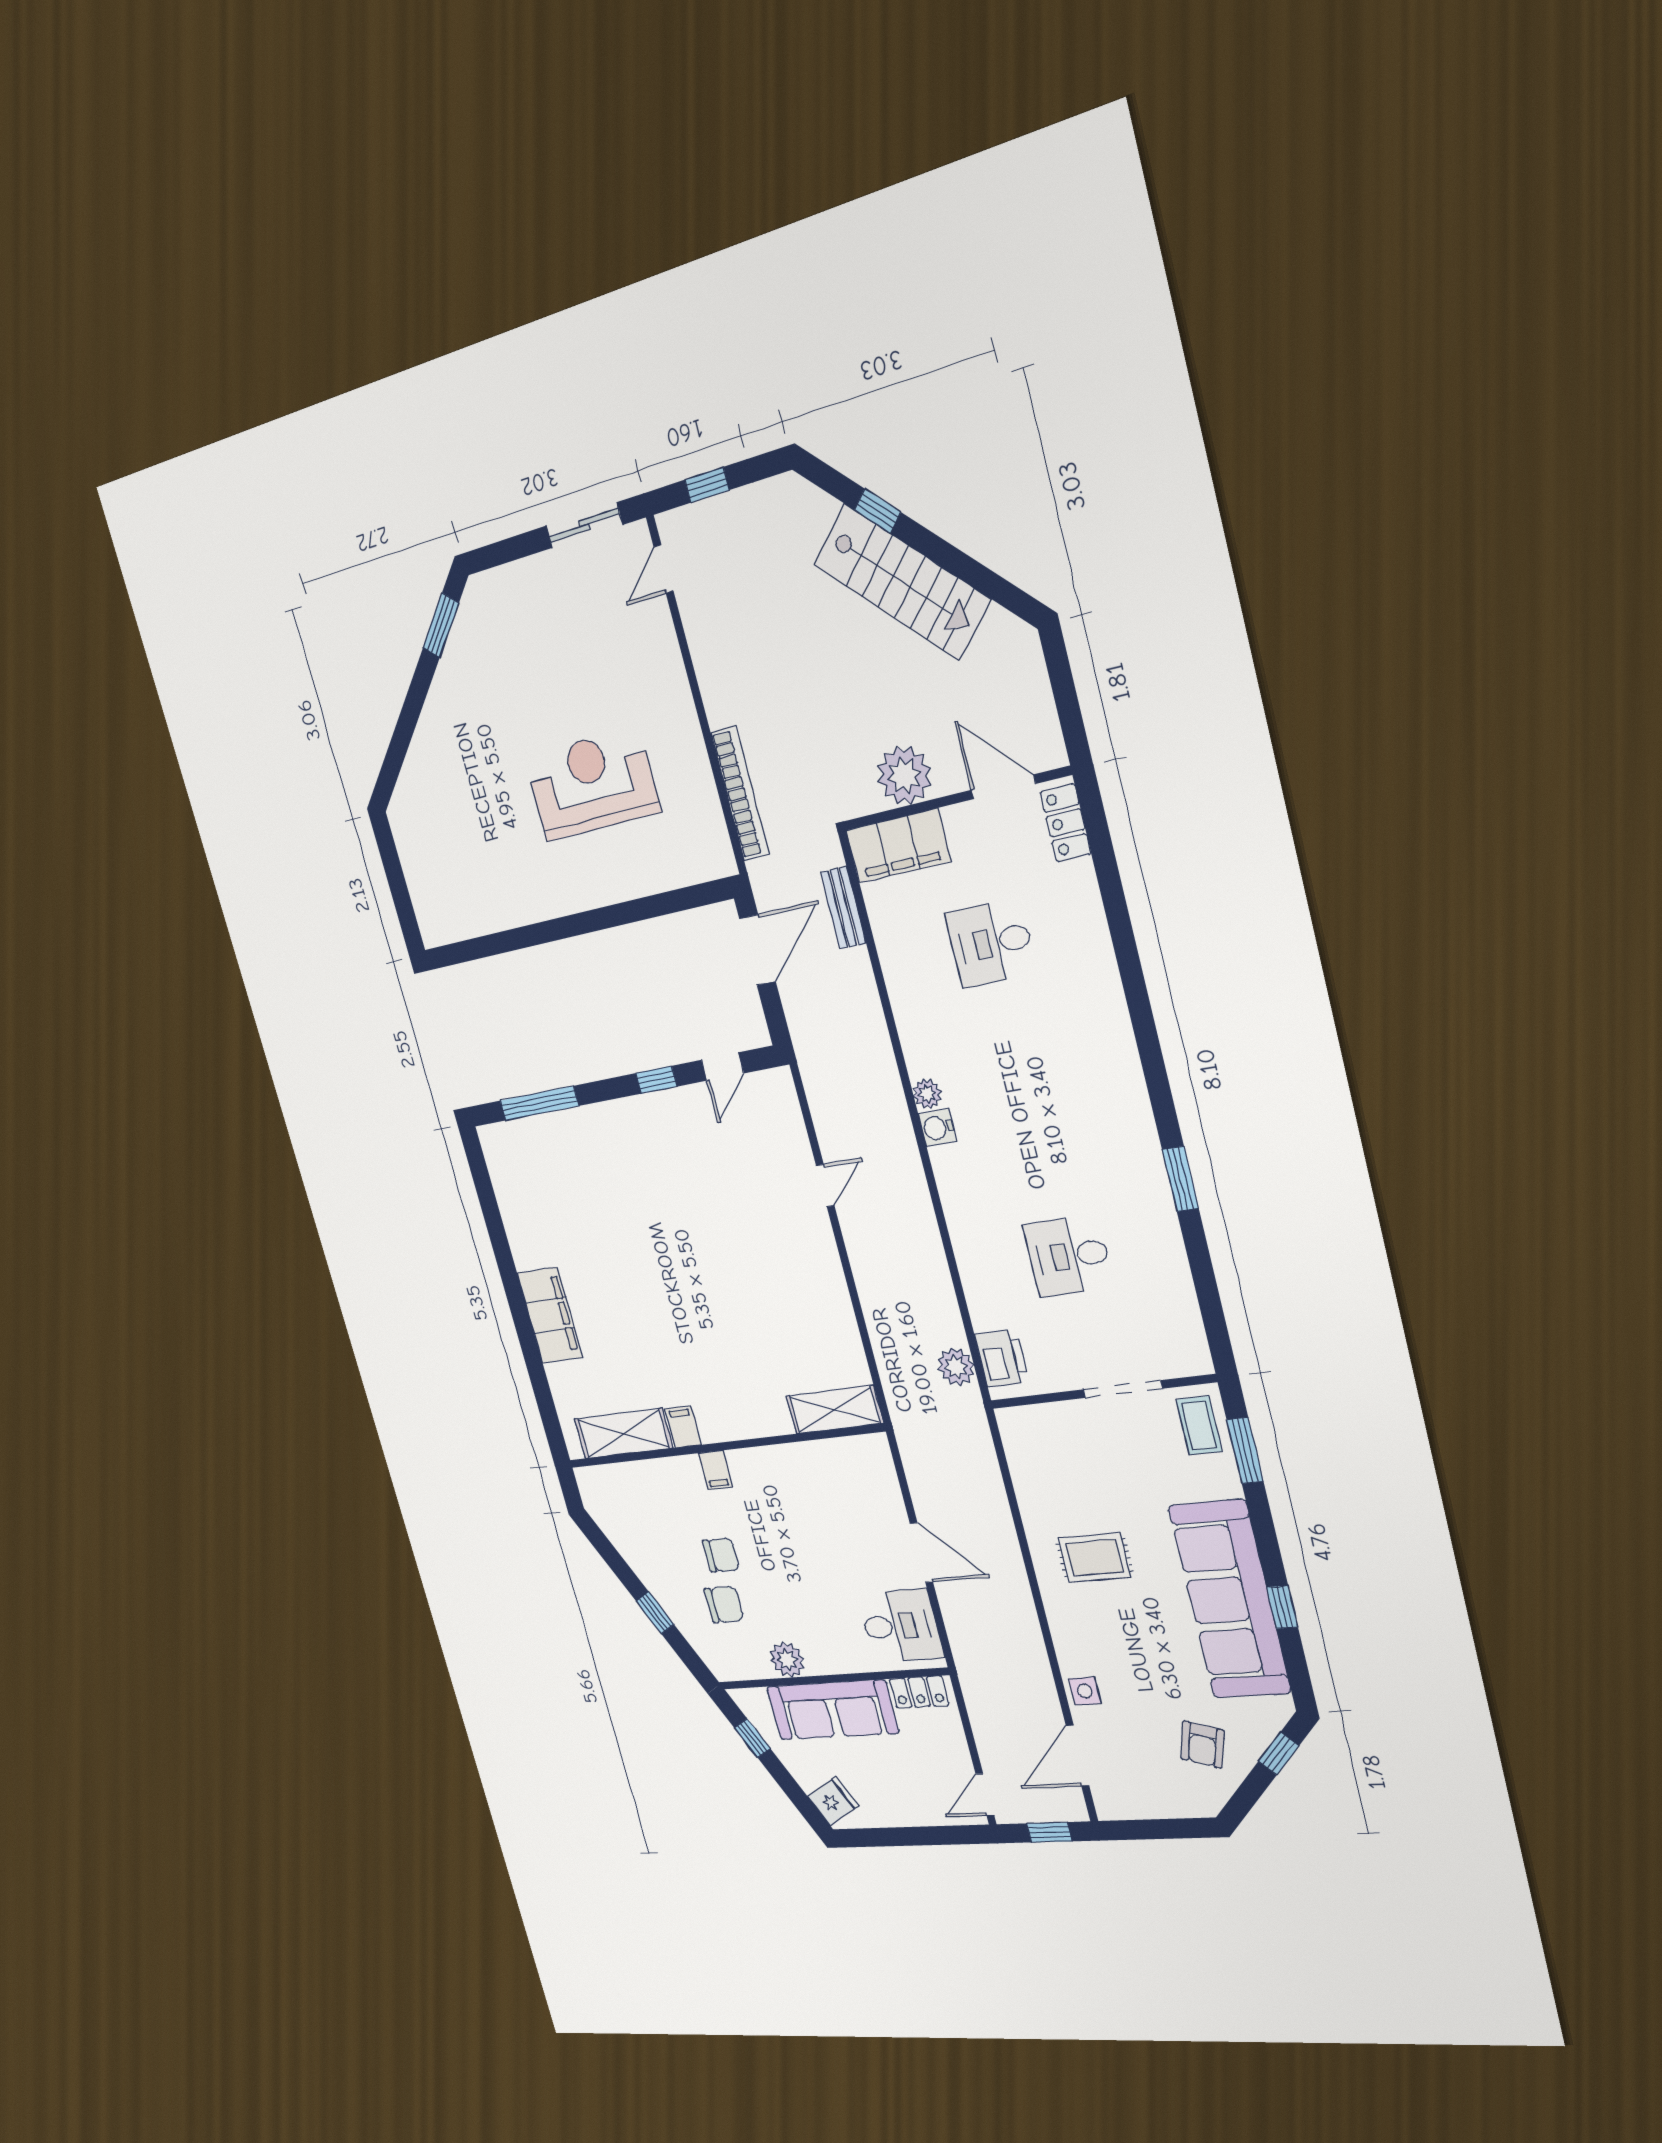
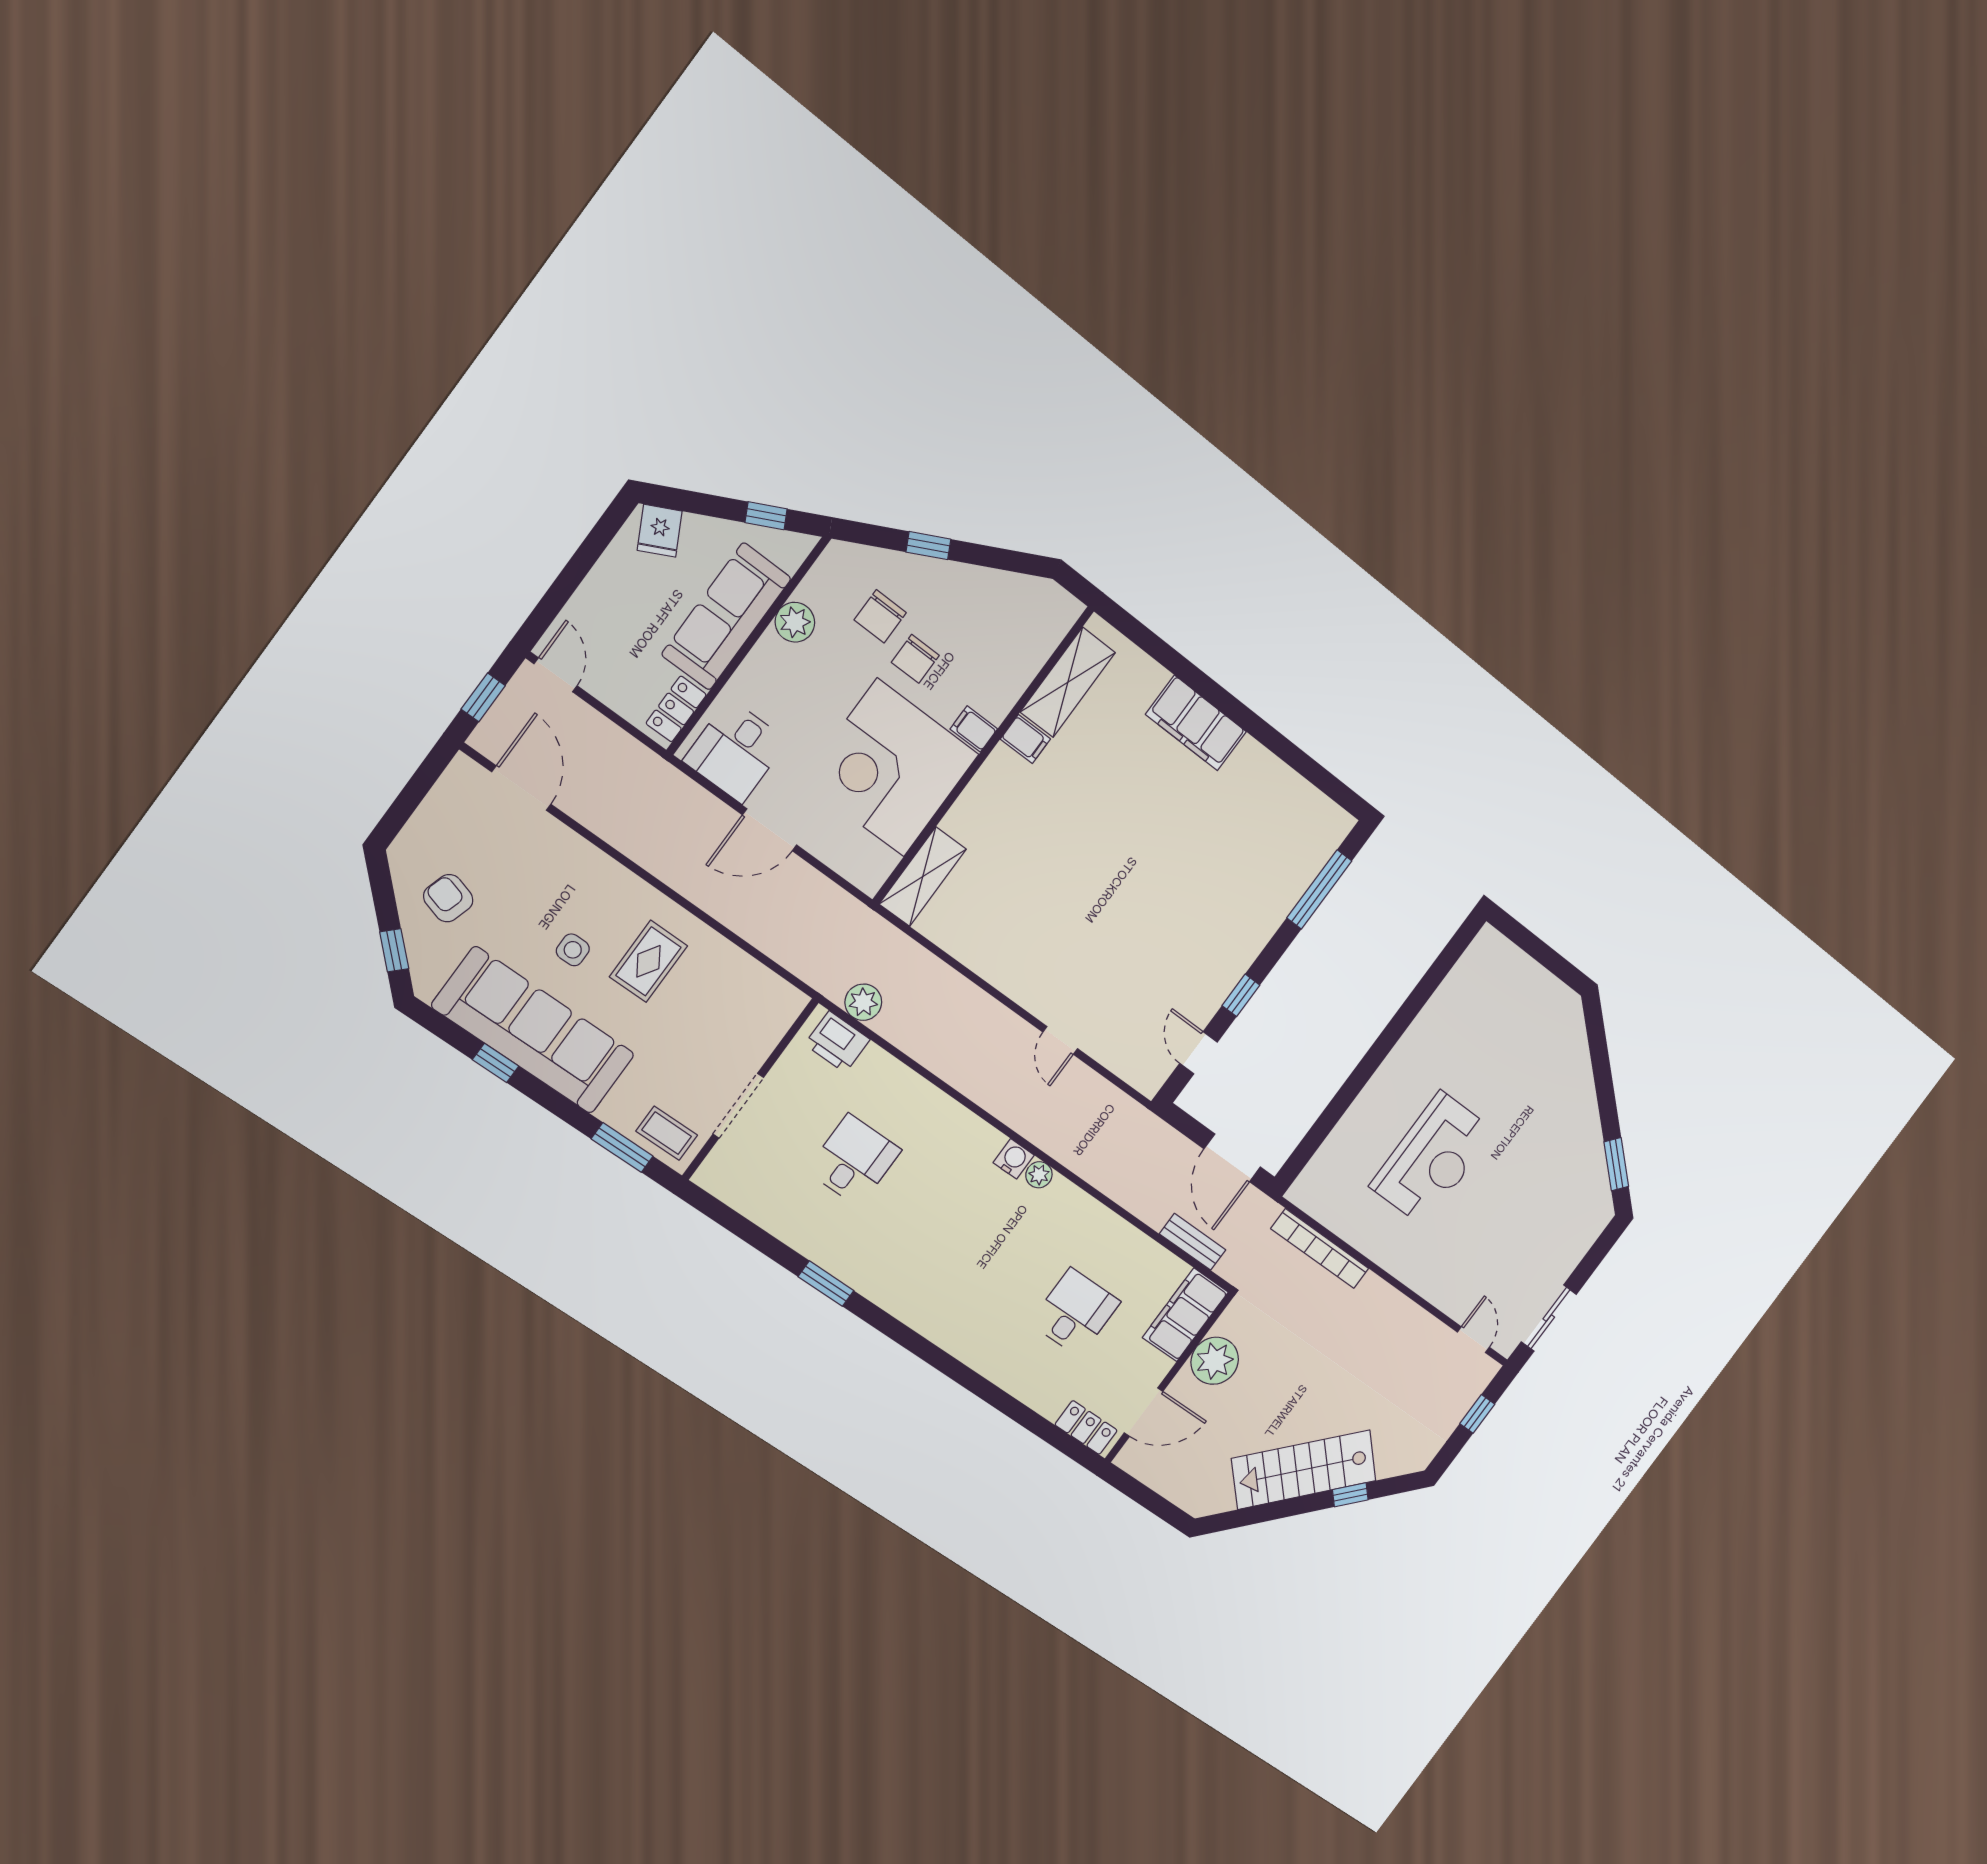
corner desk: (797, 1505) -> (891, 768), added
side table: (1085, 1691) -> (573, 950), moved

